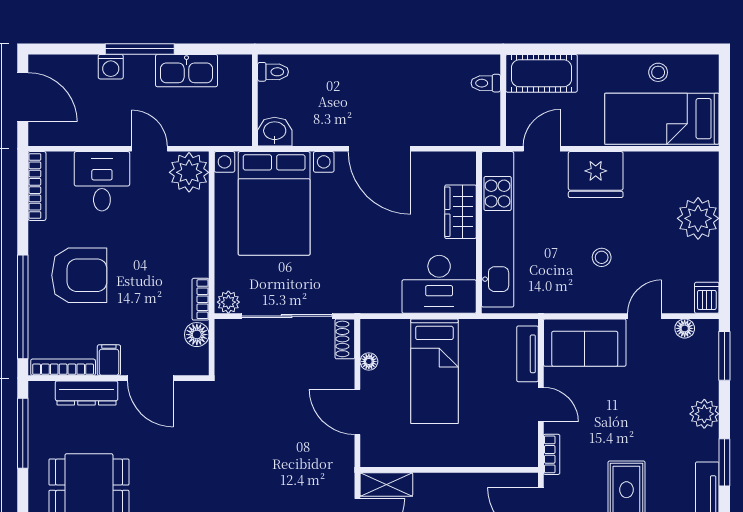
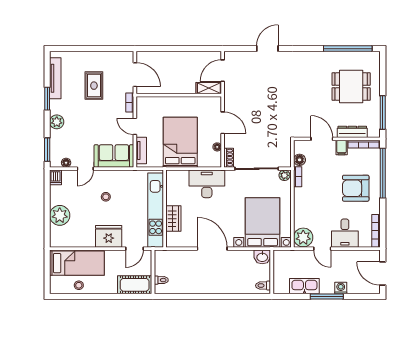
desk: (439, 284) -> (207, 184), moved
bed: (434, 371) -> (180, 142), width x1.50

